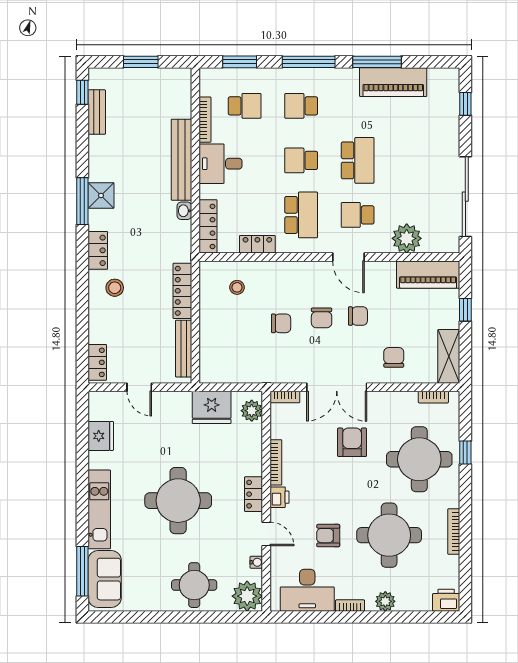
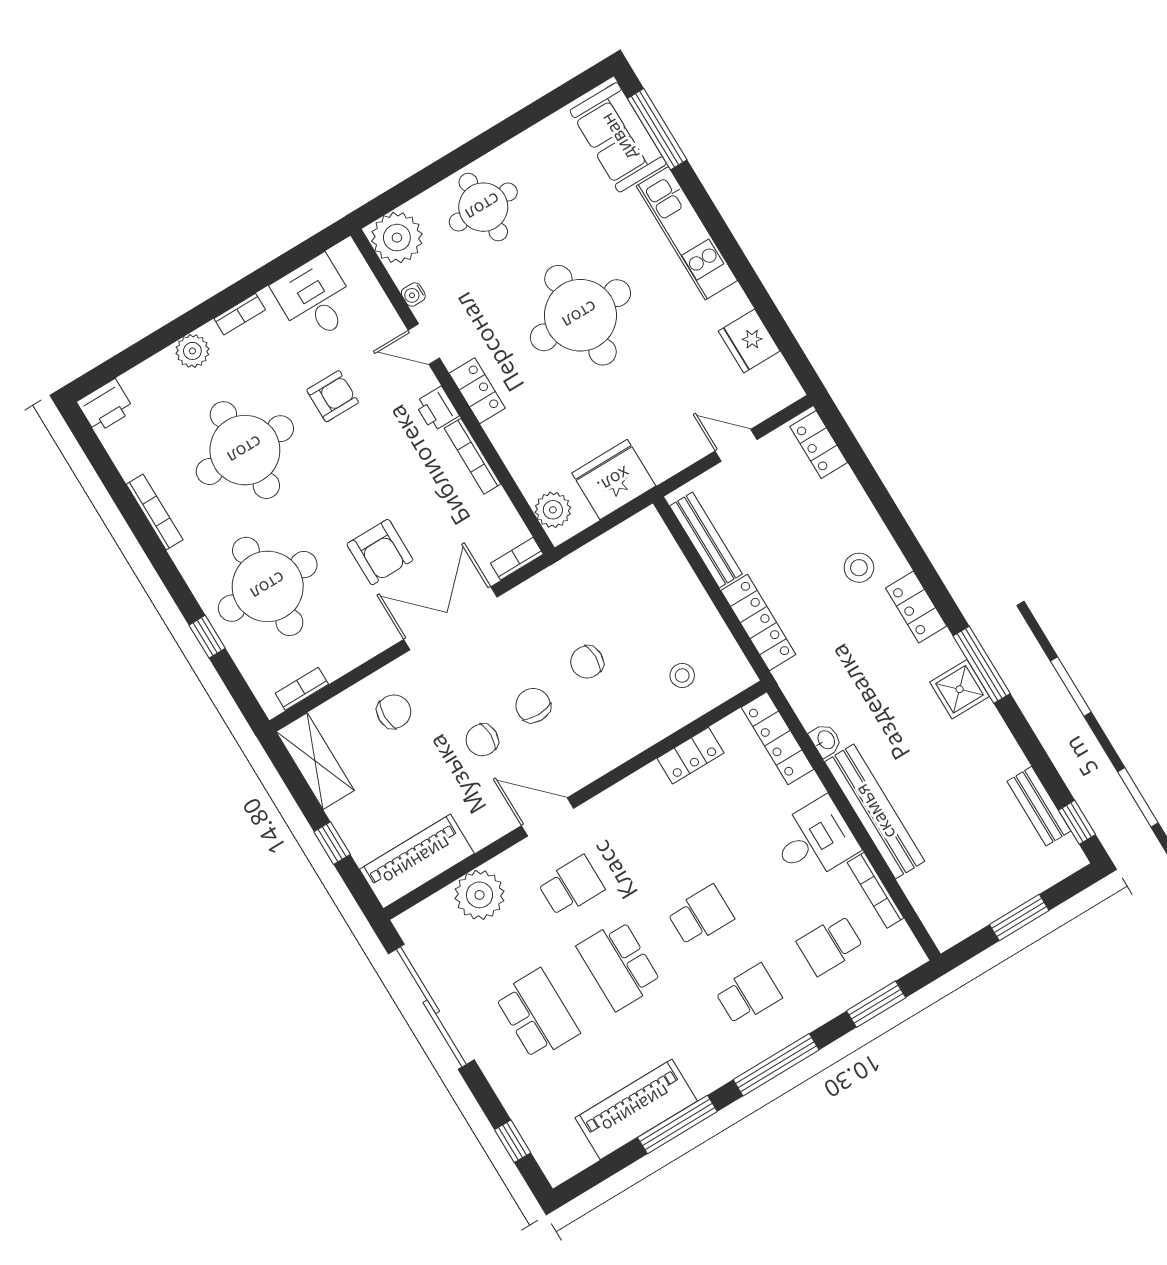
school desk: (301, 215) -> (537, 1014), moved, turned 180
chair: (394, 357) -> (394, 712), turned -90
desk: (307, 590) -> (315, 299), width x0.73

